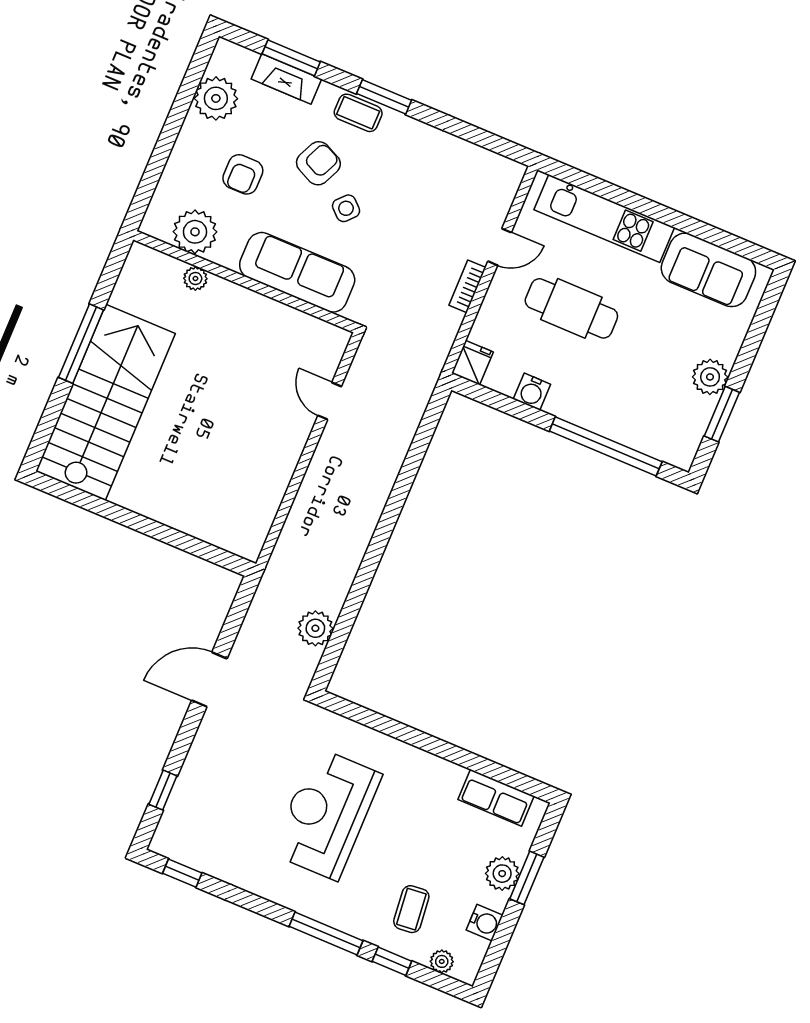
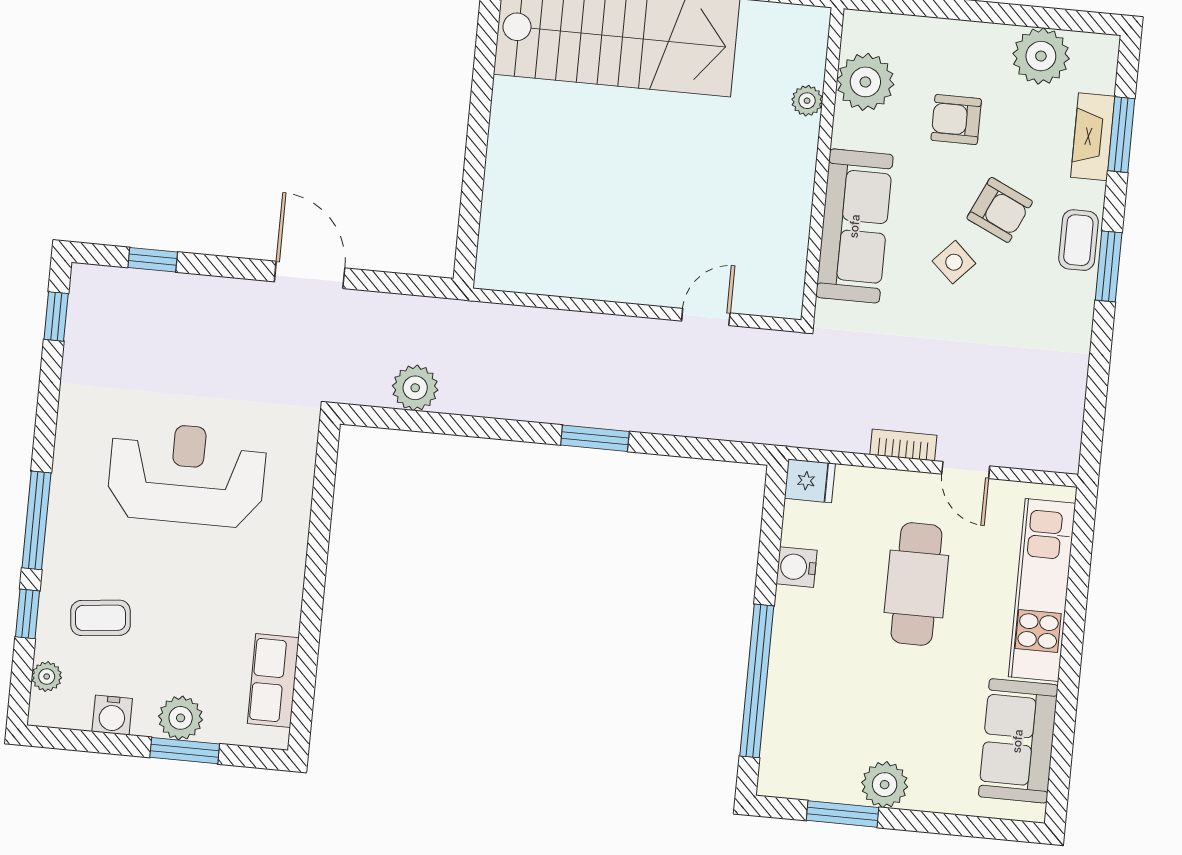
window: (393, 509) -> (595, 438), added

